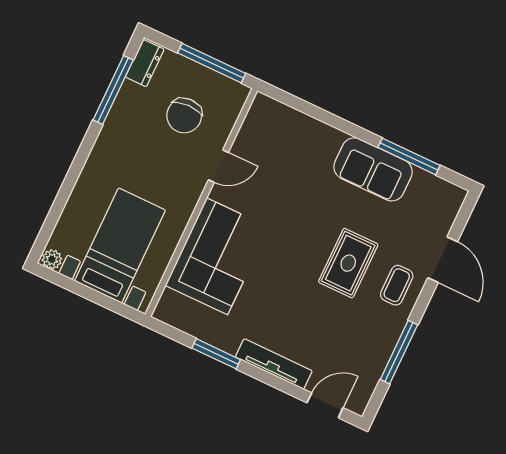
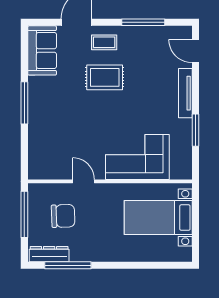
dresser: (145, 63) -> (49, 254), width x1.44
window: (409, 156) -> (24, 103), moved
sofa: (373, 169) -> (42, 50), moved
plant: (52, 259) -> (185, 254), removed

